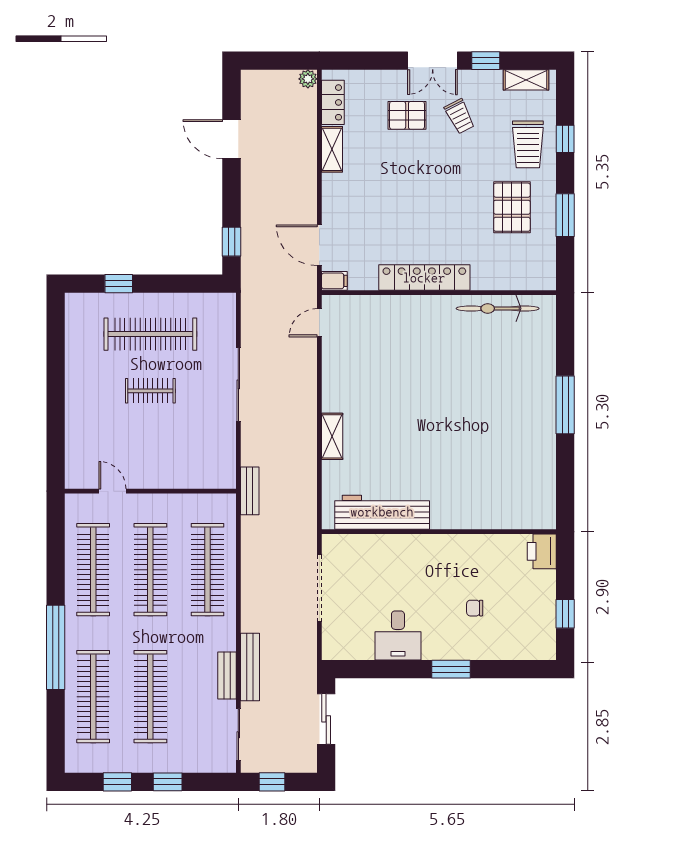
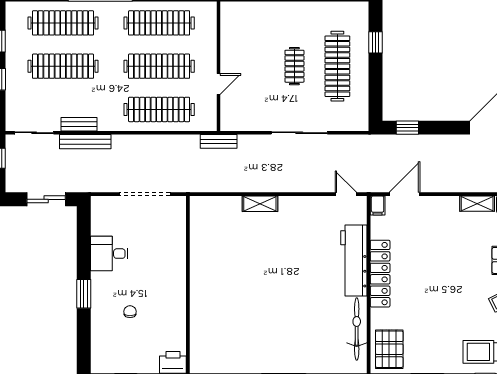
pallet: (512, 207) -> (389, 349), moved, turned 90
door: (112, 491) -> (219, 84), moved
workbench: (382, 512) -> (354, 261), moved, turned 180

